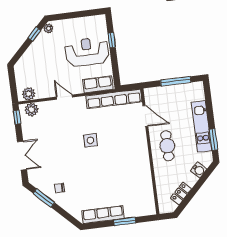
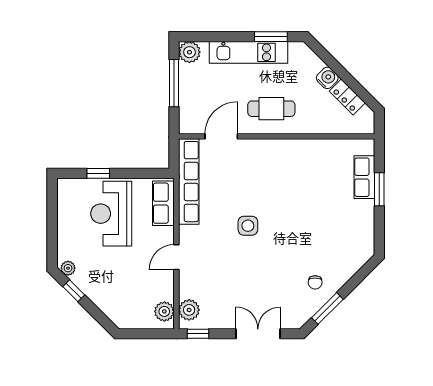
plant: (197, 89) -> (189, 52), added
water cooler: (199, 170) -> (327, 78), moved
row of seats: (103, 215) -> (364, 177), moved, width x0.68

